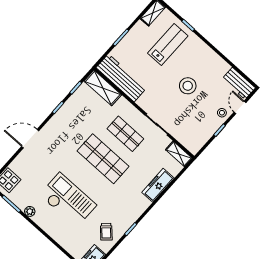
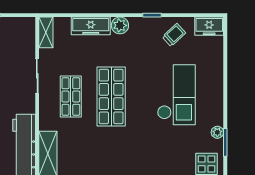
checkout: (68, 200) -> (176, 95), turned 180
plant: (142, 204) -> (120, 25), added
plant: (30, 211) -> (217, 132), moved

